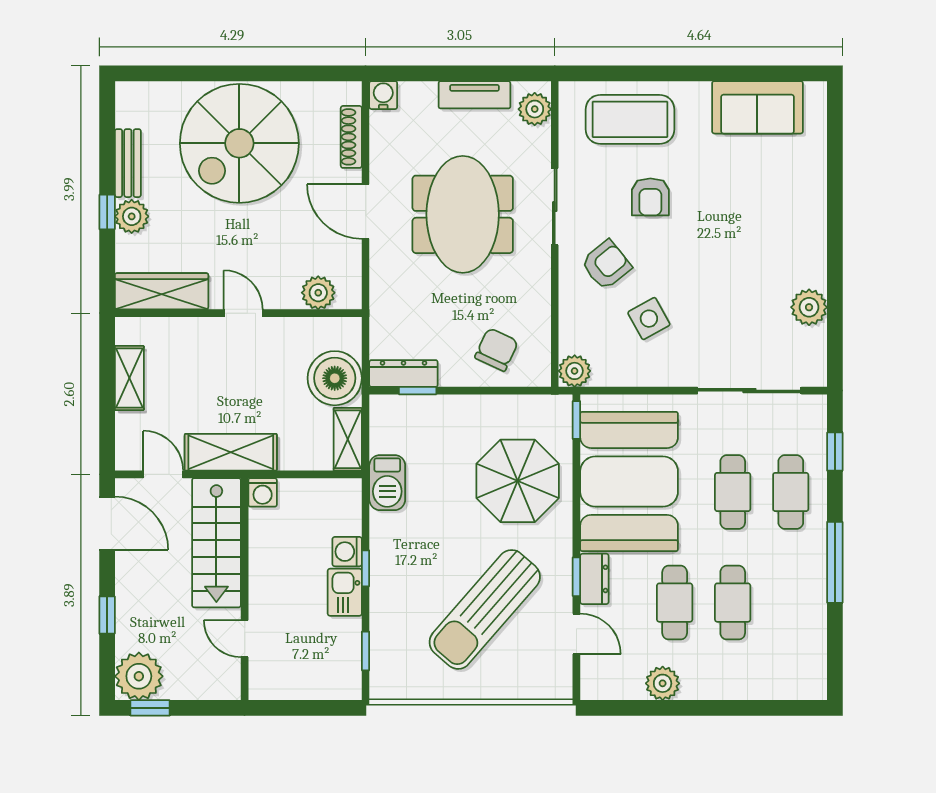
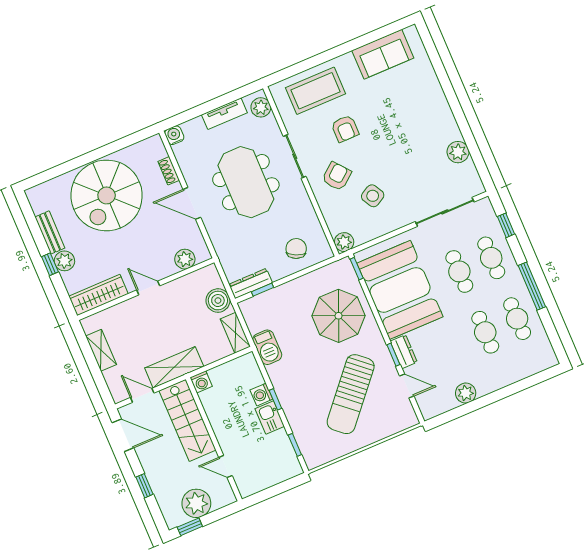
shoe rack: (351, 137) -> (169, 171), width x0.70
boiler: (335, 378) -> (218, 301), width x0.73, depth x0.73
cafe table: (675, 603) -> (517, 319), moved
plant: (139, 676) -> (196, 503), moved

